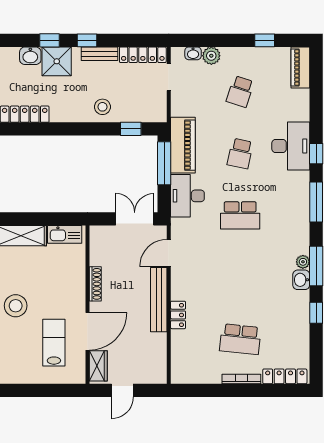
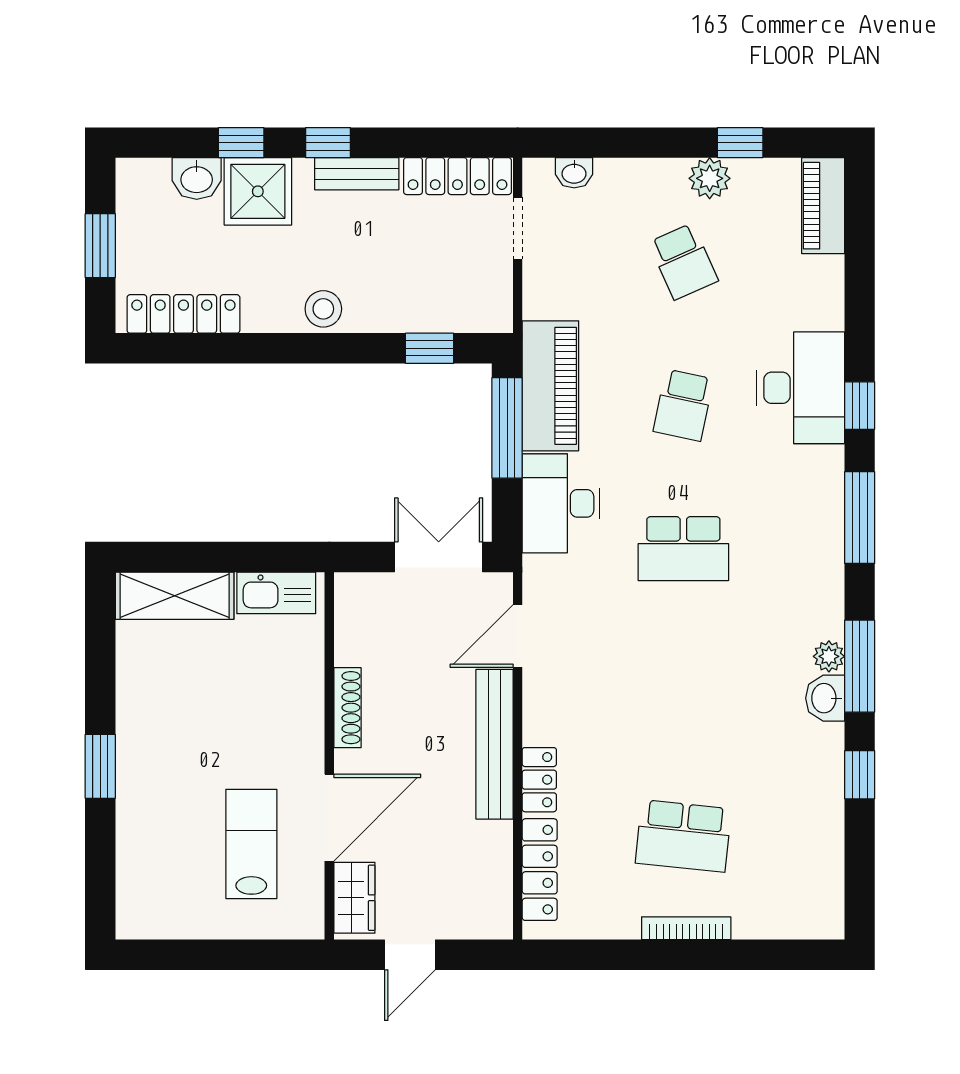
plant: (211, 56) -> (710, 178), moved
school desk: (240, 92) -> (683, 261), turned -42
stool: (102, 107) -> (323, 309), moved
stool: (16, 306) -> (162, 758), removed
locker: (285, 376) -> (540, 870), moved, turned 90

